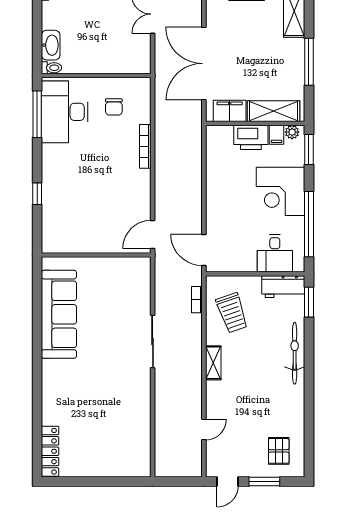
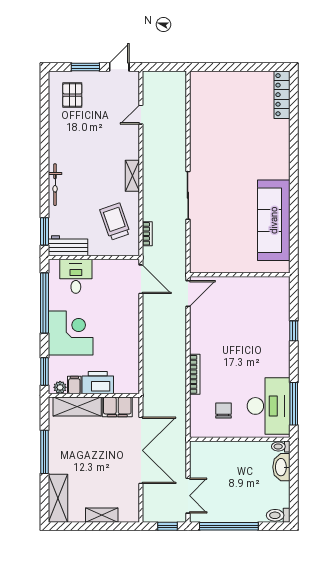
bicycle: (295, 353) -> (55, 185), width x0.73, depth x0.71

